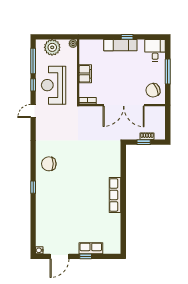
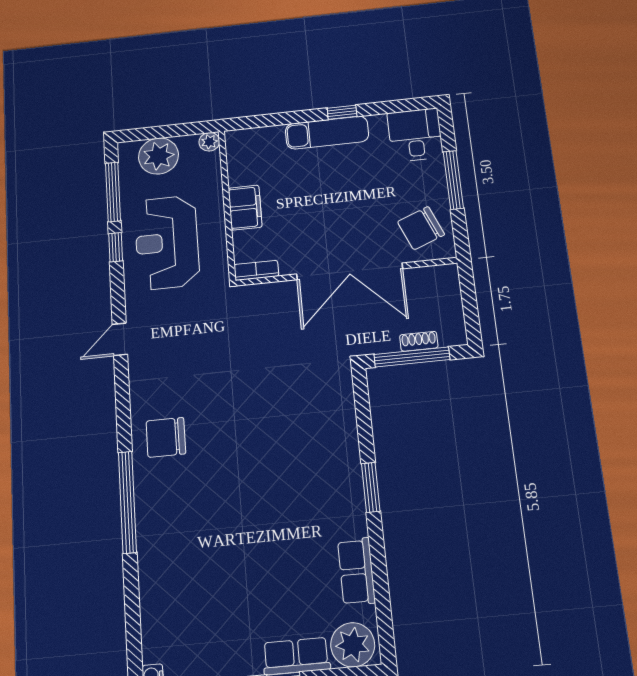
door: (33, 111) -> (120, 339), moved
window: (144, 142) -> (412, 357), width x2.17
window: (33, 187) -> (127, 502), width x3.17
window: (123, 190) -> (371, 487), added
row of seats: (115, 195) -> (356, 571), moved, width x0.68
plant: (111, 246) -> (353, 645), added

